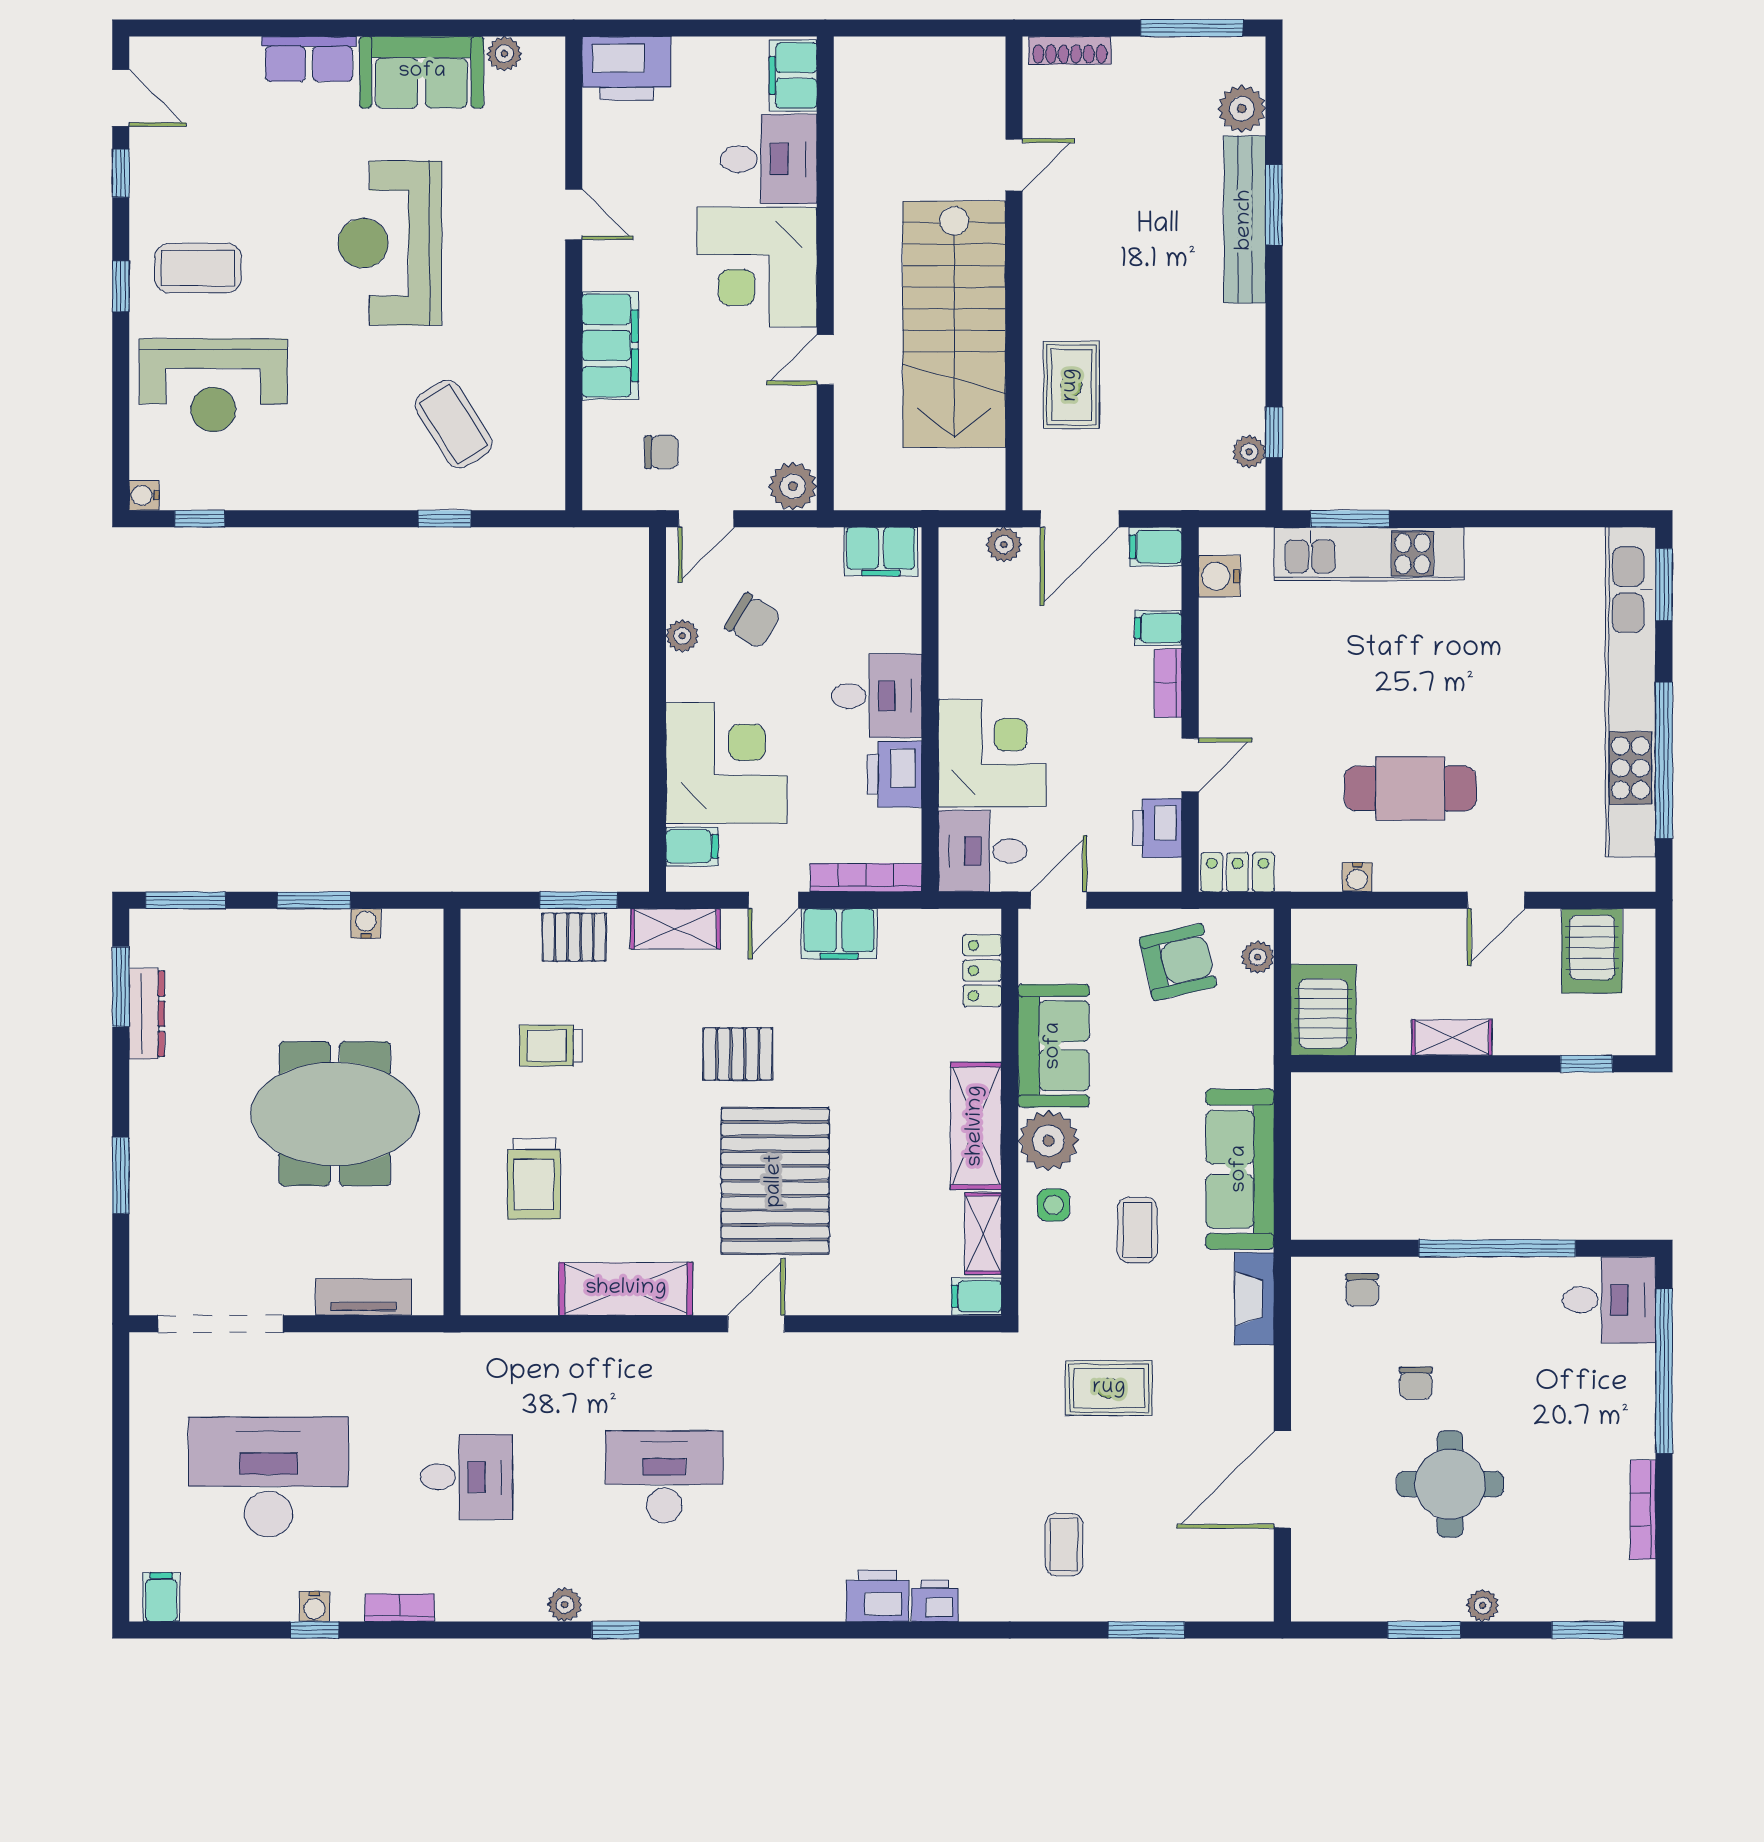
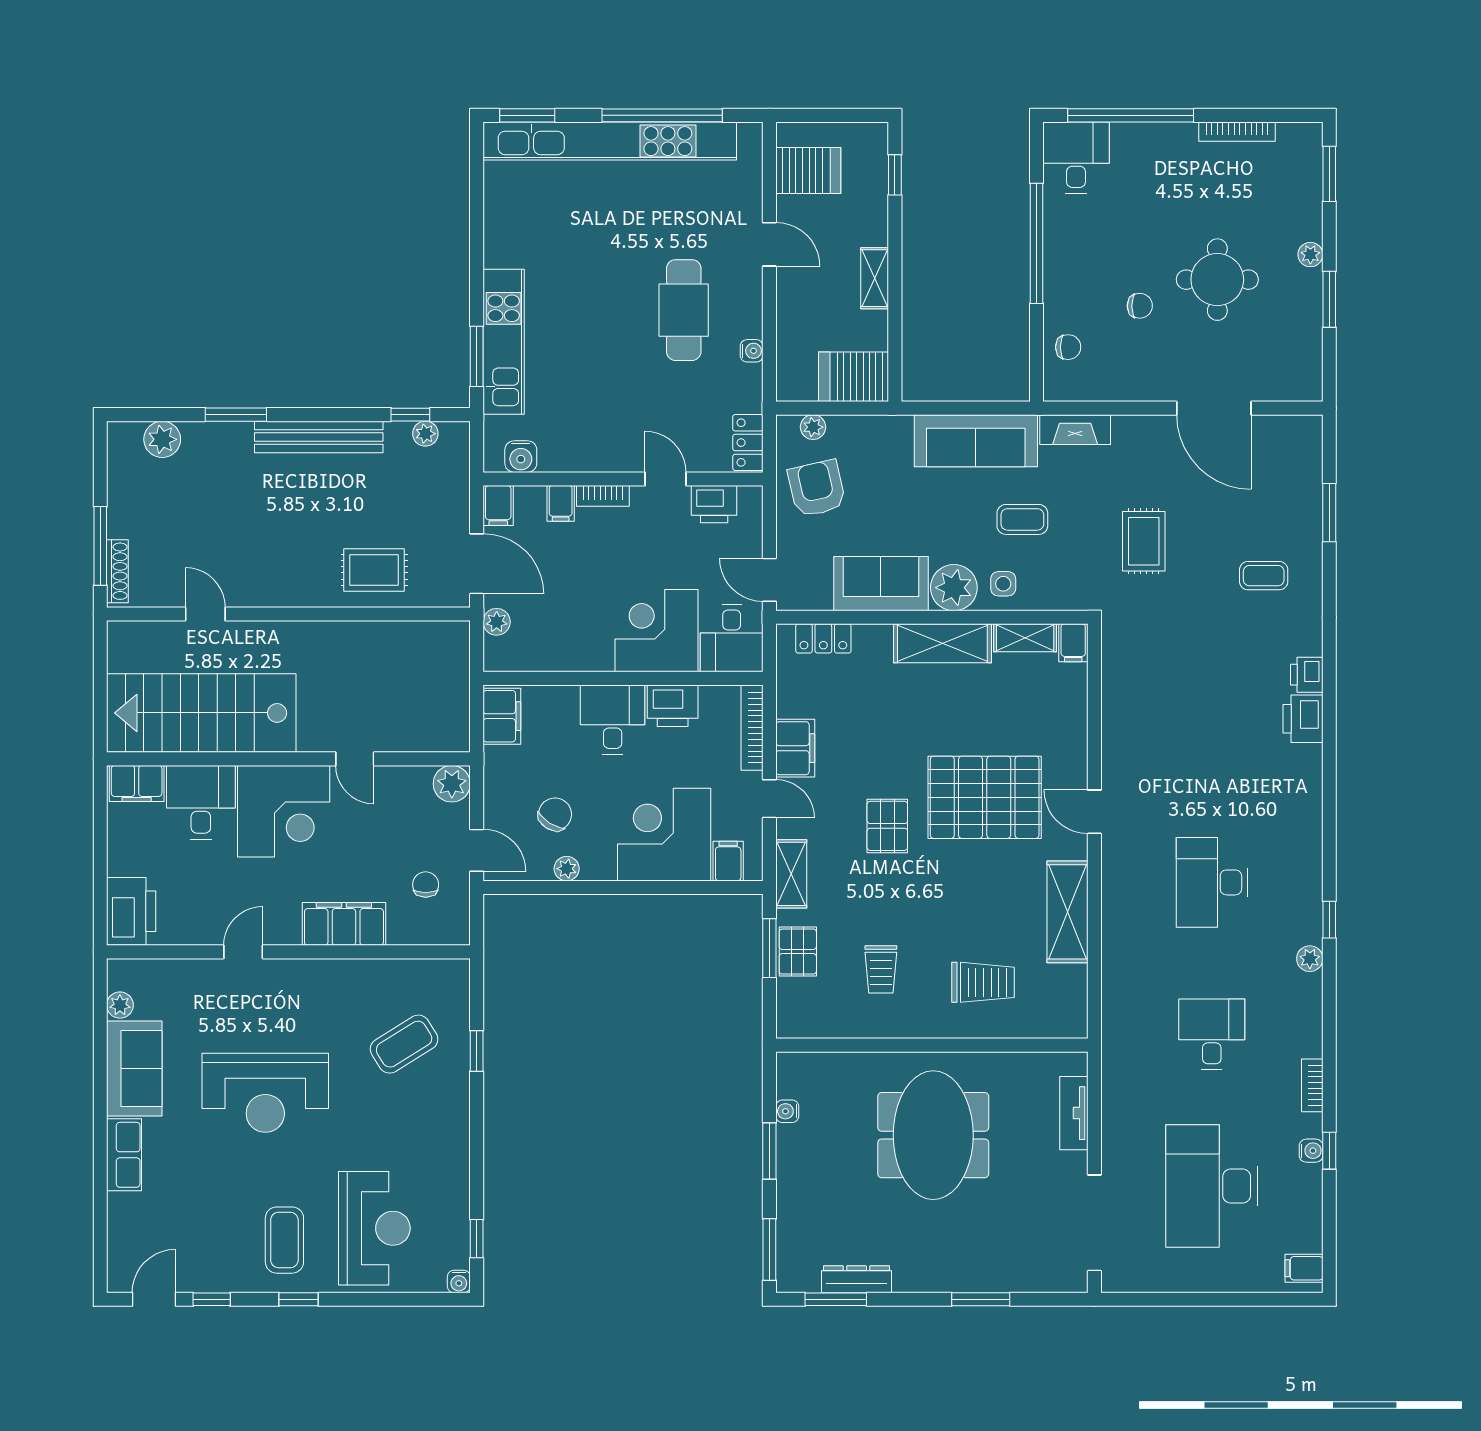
window: (1192, 28) -> (100, 546), moved
bench: (1245, 220) -> (319, 437), moved
stairs: (954, 324) -> (201, 713), moved, turned 180

